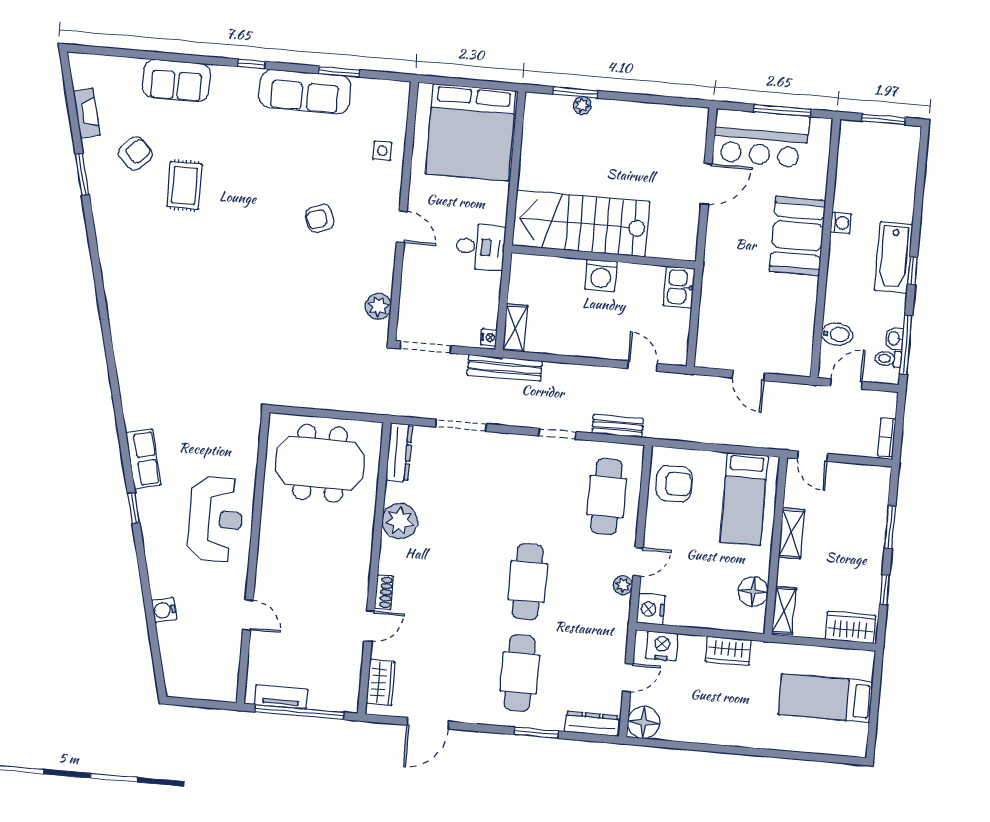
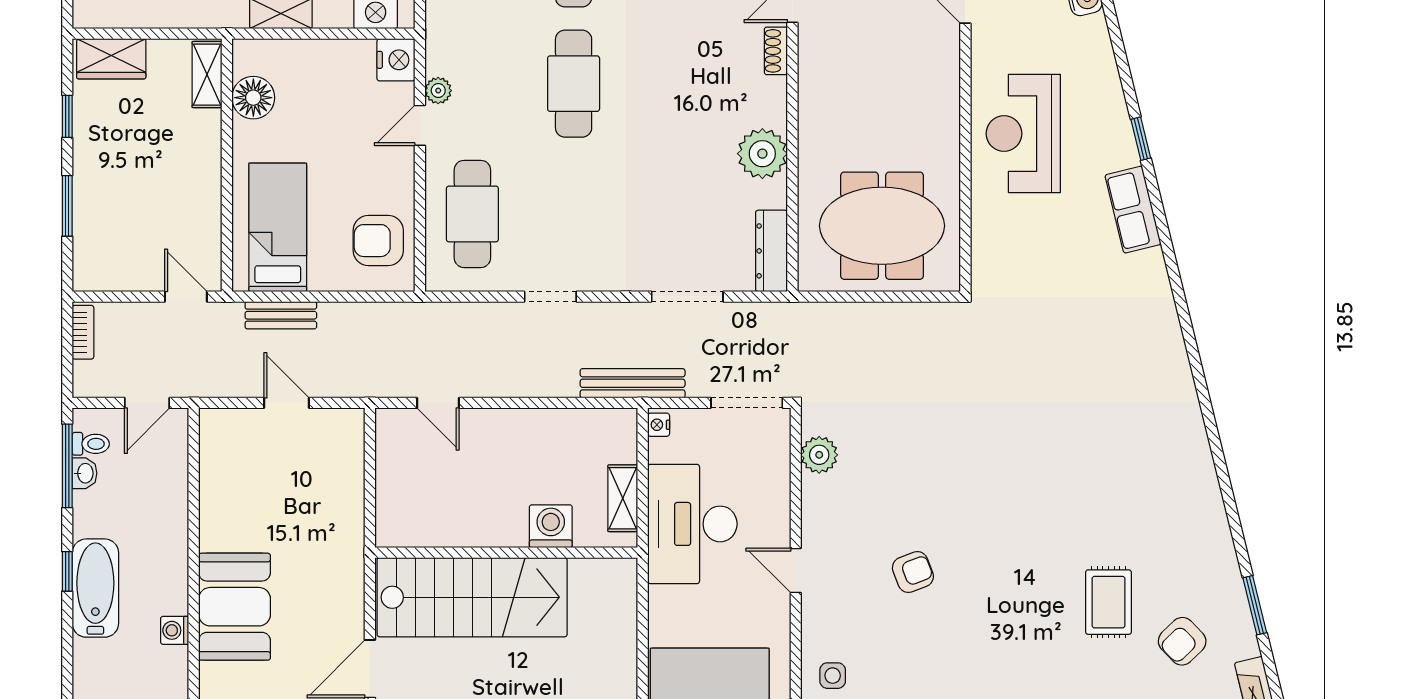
stairs: (581, 224) -> (472, 597), moved
desk: (480, 247) -> (692, 524), width x1.87, depth x1.30
washing machine: (601, 275) -> (551, 526), moved
kitchen sink: (679, 287) -> (395, 520), removed
shelving: (515, 328) -> (623, 498), moved
bidet: (837, 334) -> (166, 472), removed
bench: (618, 426) -> (281, 315), moved
shelving: (791, 533) -> (206, 185), removed

